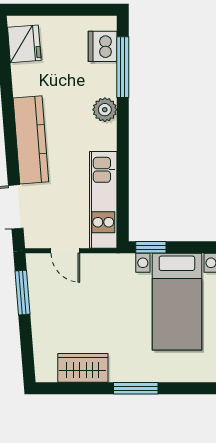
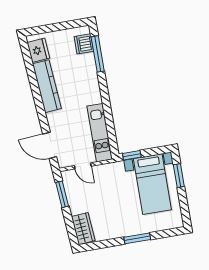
plant: (105, 110) -> (91, 80), removed
kitchen counter: (31, 140) -> (47, 86), moved
wardrobe: (83, 368) -> (83, 229), moved, turned 86

